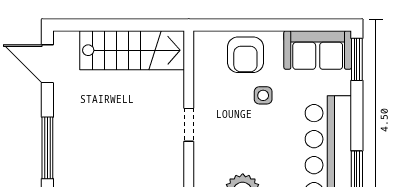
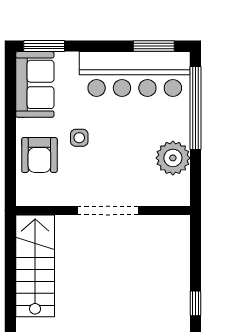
armchair: (245, 55) -> (39, 155), turned 90
doorway: (189, 125) -> (108, 210), width x1.88

